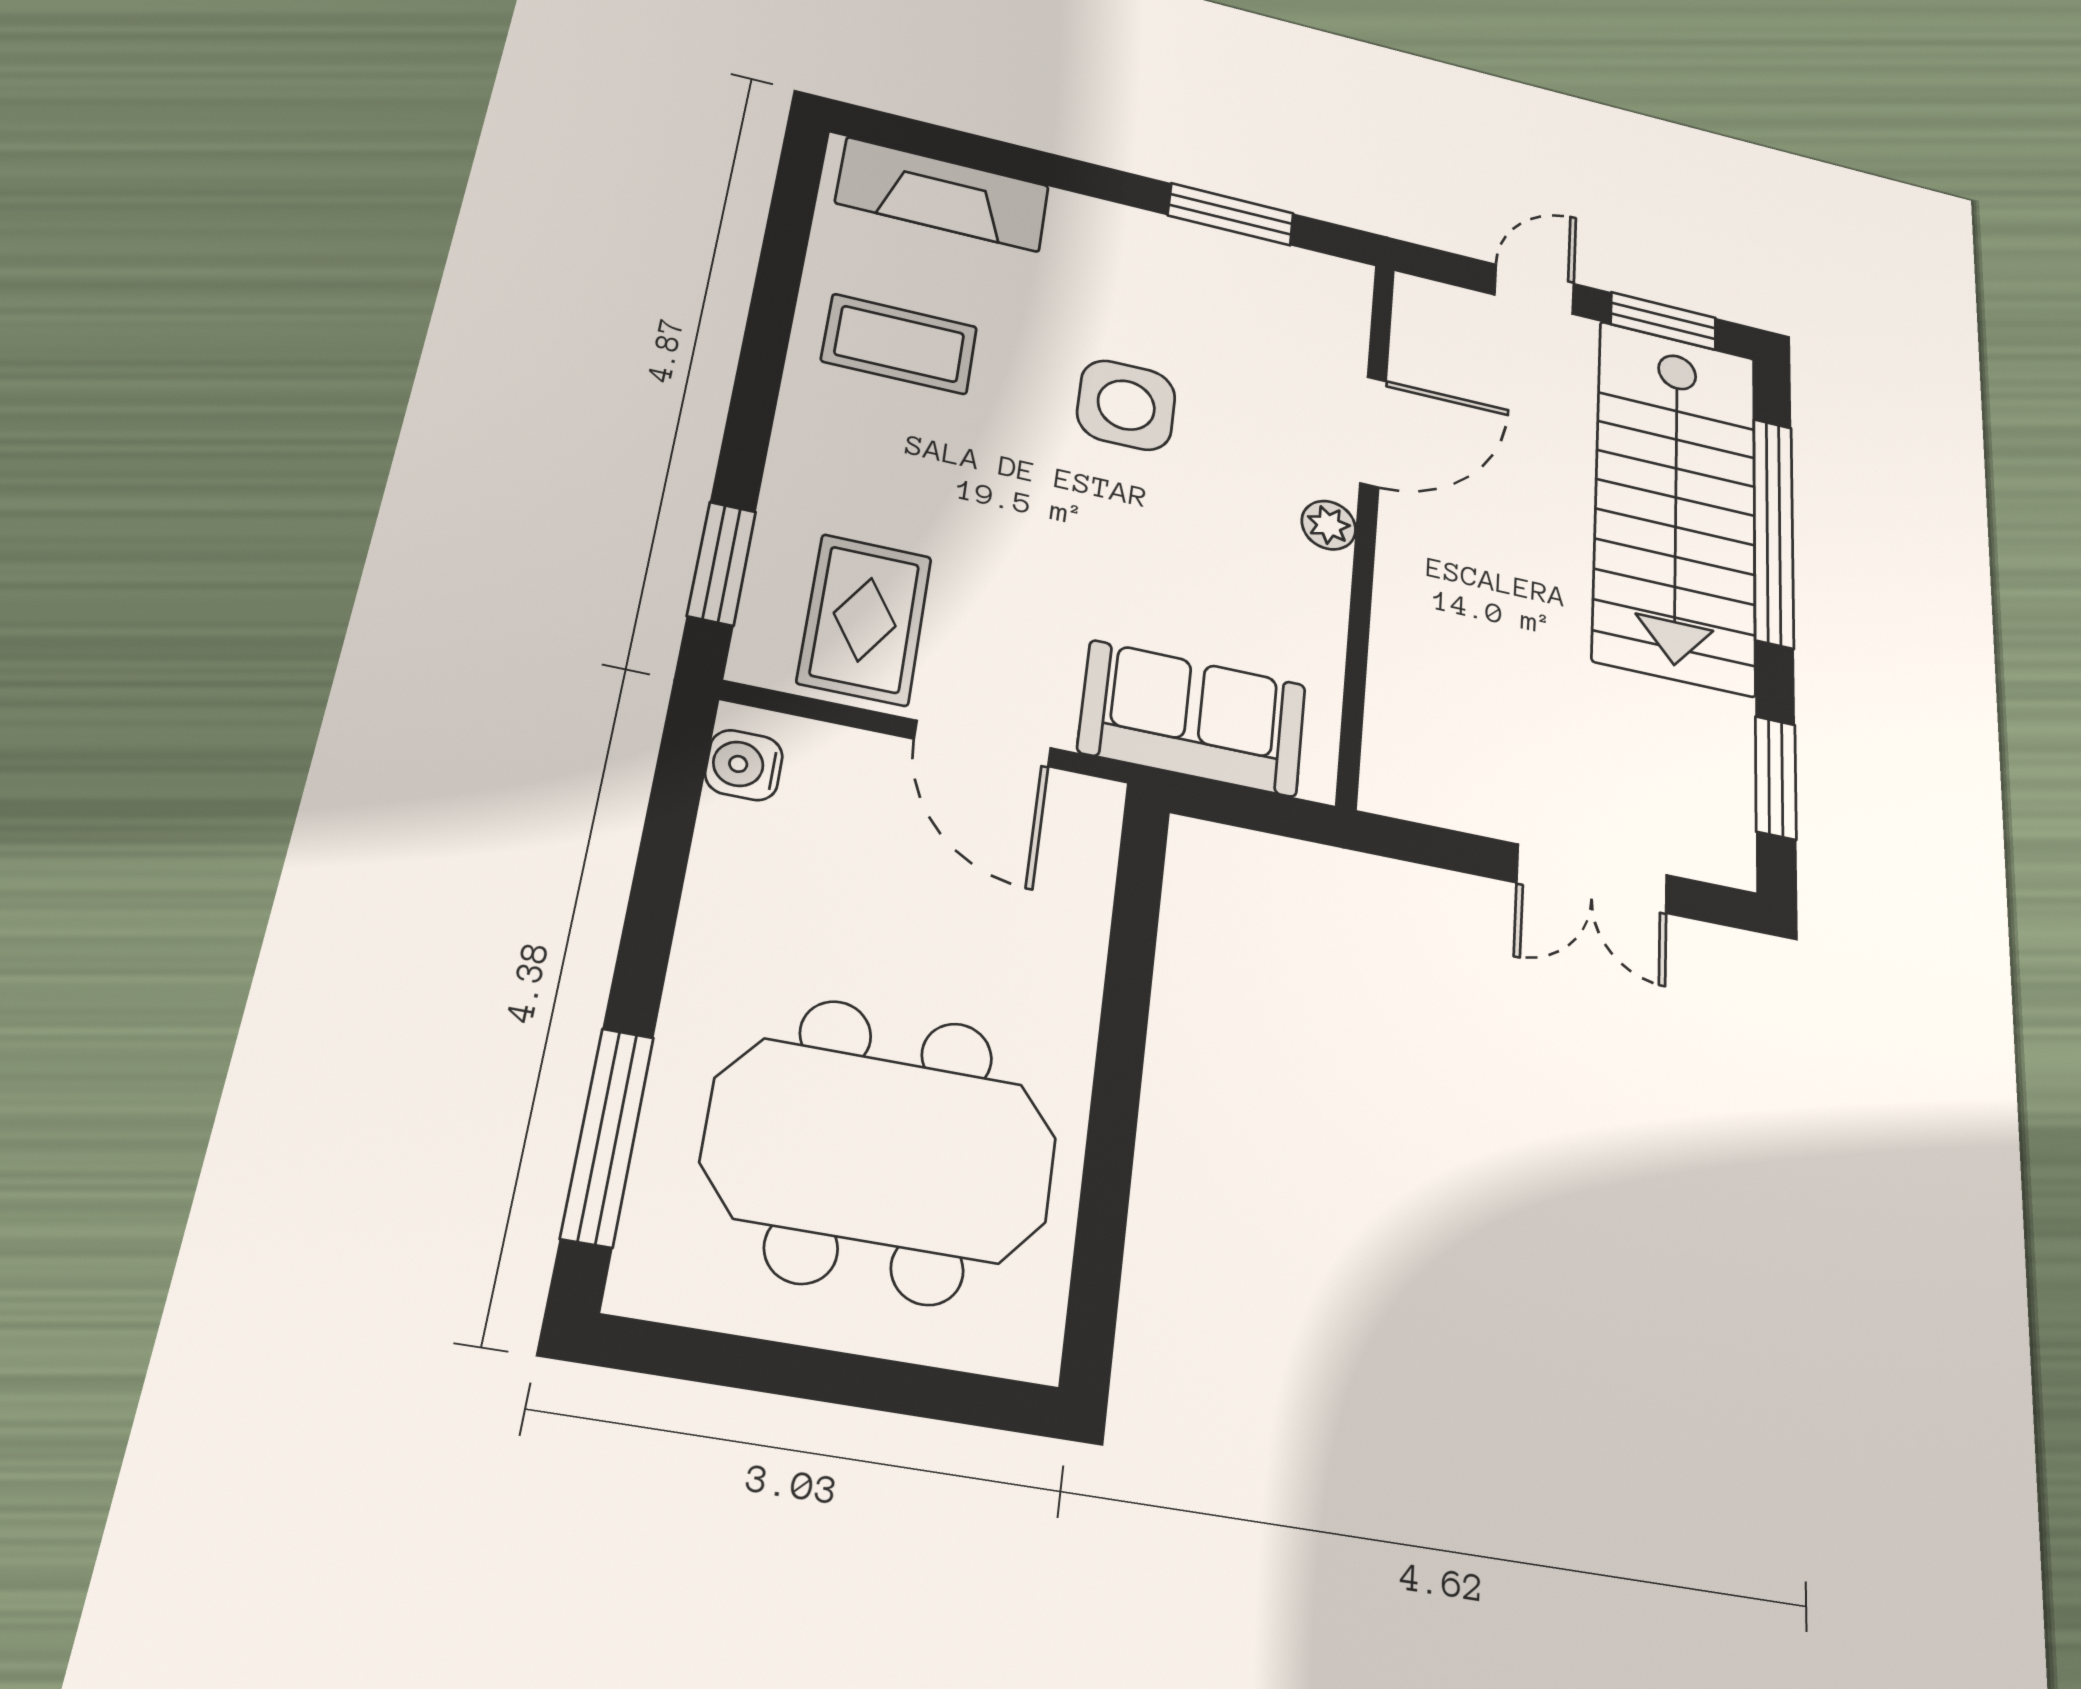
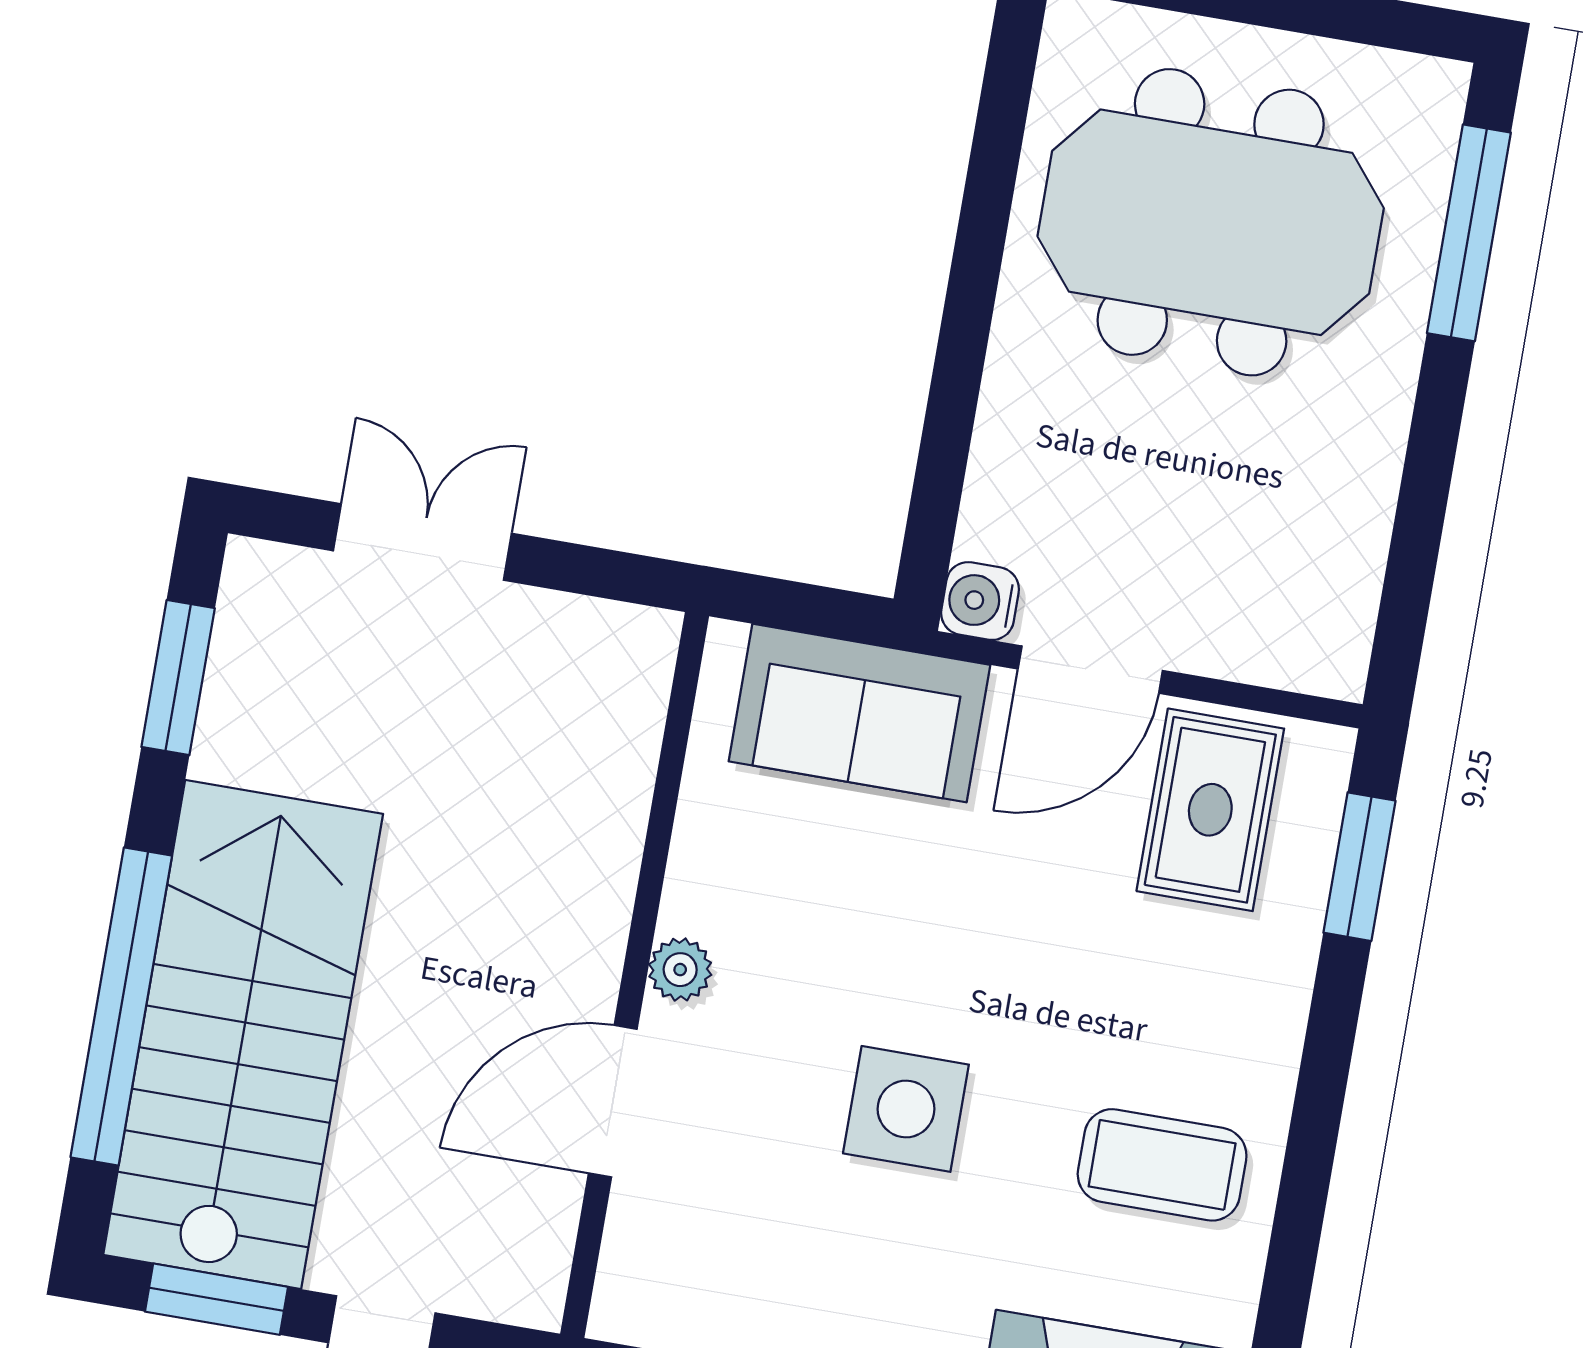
door: (983, 744) -> (1090, 670), swing flipped
water cooler: (744, 765) -> (980, 601), moved, turned 180

